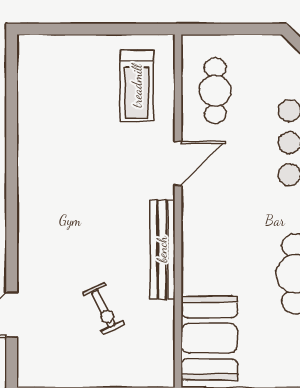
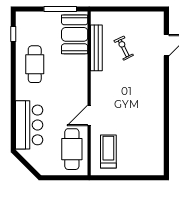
cafe table: (215, 91) -> (72, 149), width x1.37, depth x1.35
bench: (162, 249) -> (96, 48), moved

